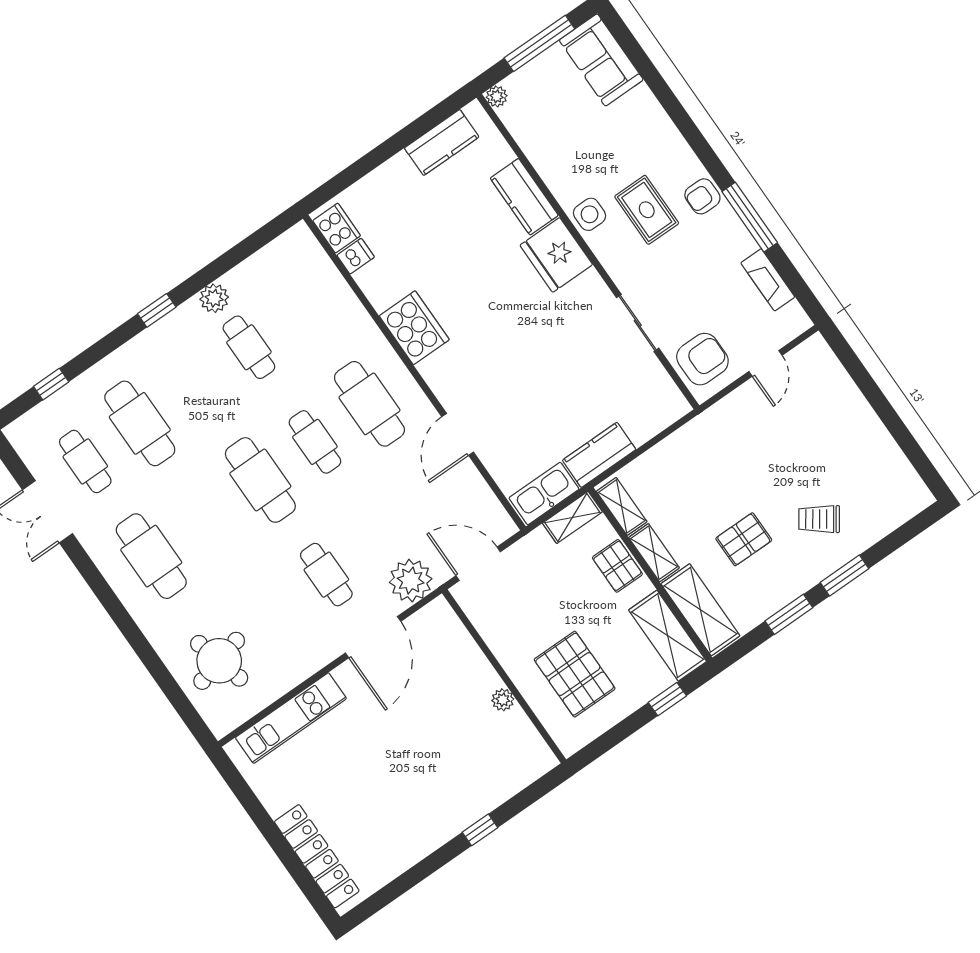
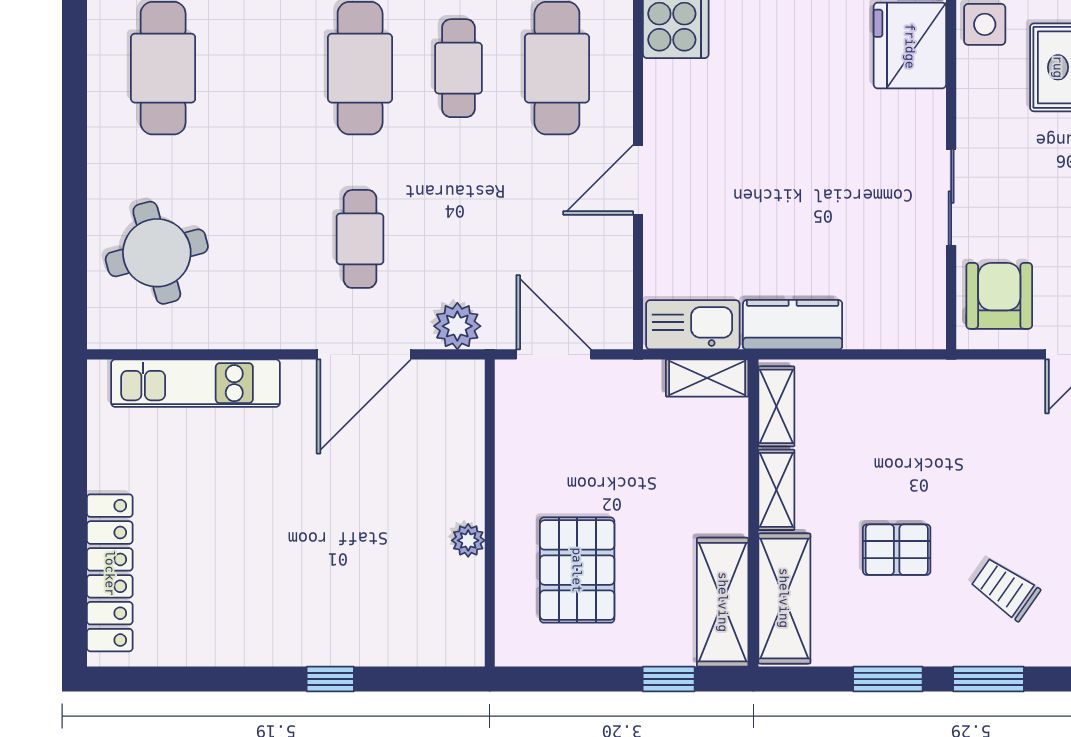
armchair: (702, 359) -> (999, 296), turned -90
pallet: (617, 566) -> (721, 475), removed
plant: (411, 581) -> (457, 326), width x0.73, depth x0.73

